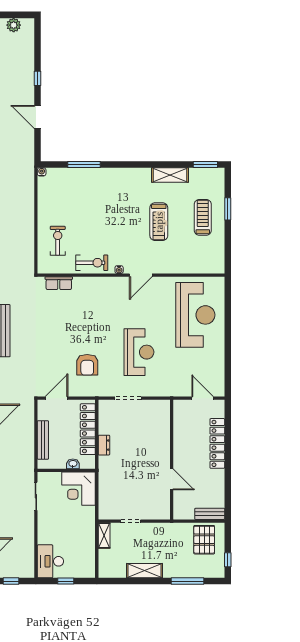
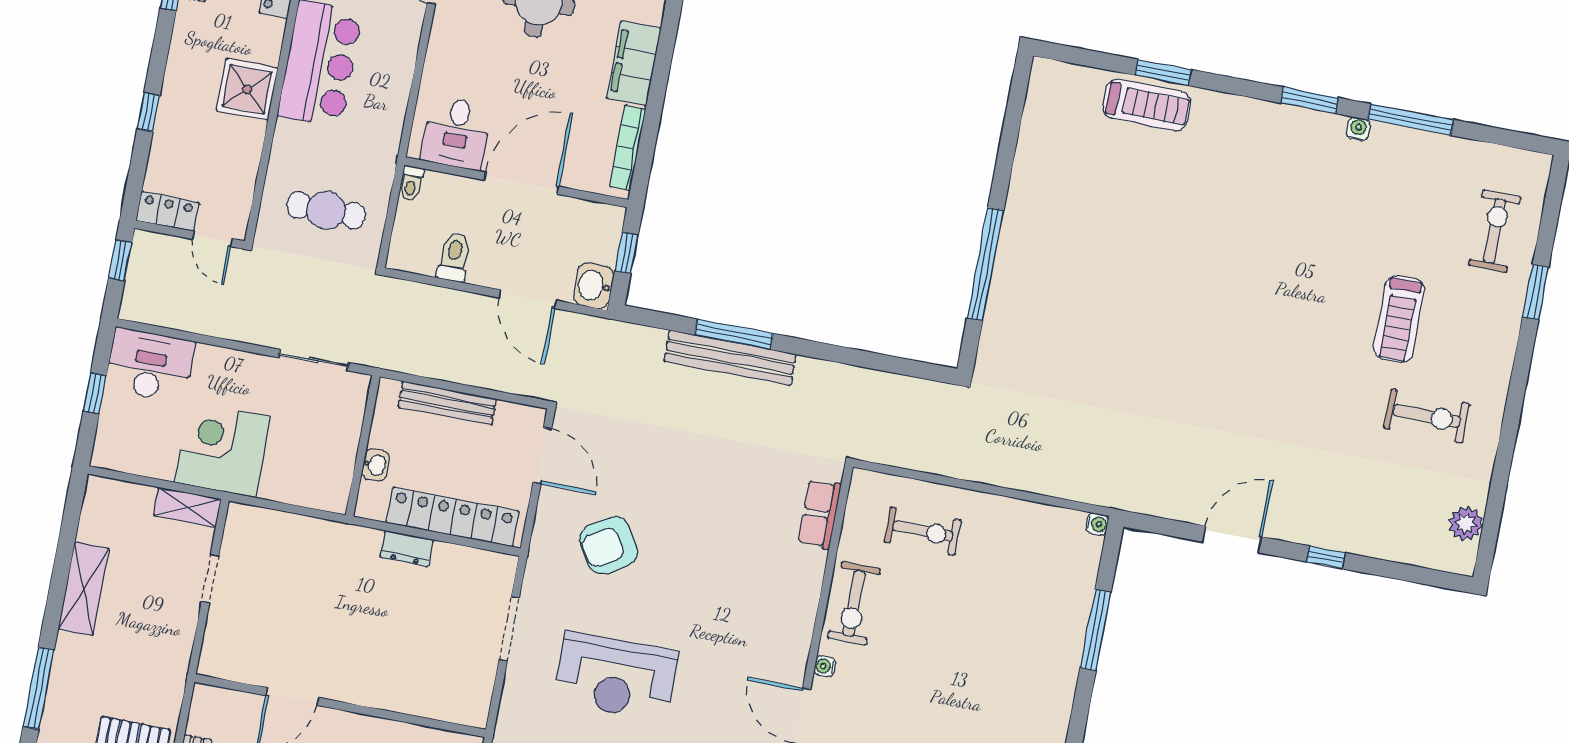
armchair: (87, 365) -> (609, 545), turned -32
corner desk: (79, 489) -> (223, 450), moved

